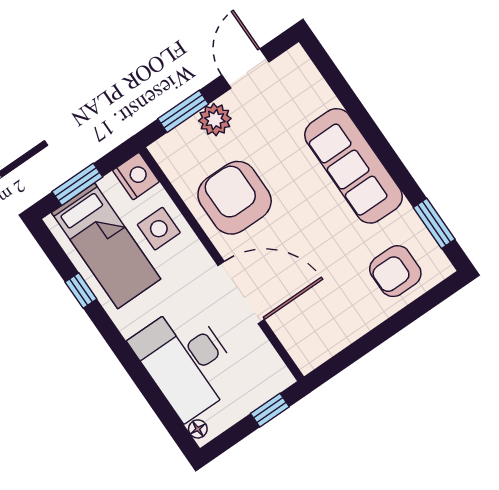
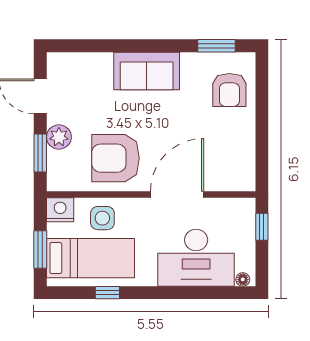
sofa: (354, 166) -> (147, 71), width x0.73

